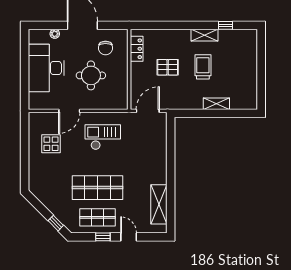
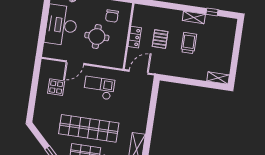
locker: (137, 49) -> (135, 37), moved
pallet: (168, 67) -> (160, 39), turned 90
shelving: (216, 104) -> (218, 78), moved
shop shelf: (98, 188) -> (89, 128), width x1.40

